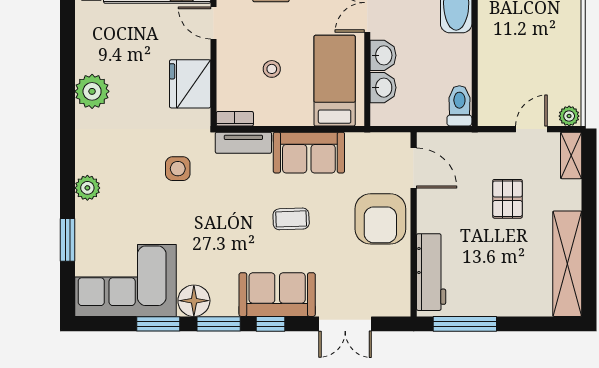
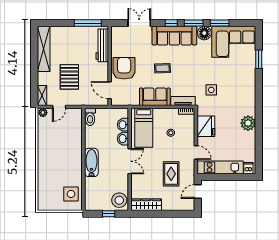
plant: (87, 188) -> (250, 82), removed
pallet: (507, 199) -> (69, 77), width x1.50, depth x1.42
sofa: (277, 295) -> (174, 36), width x1.36

